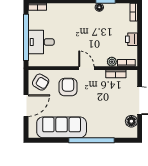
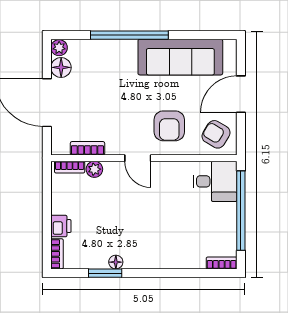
printer: (131, 39) -> (61, 226), moved
desk: (41, 42) -> (215, 181), moved
plant: (133, 133) -> (59, 48), added

